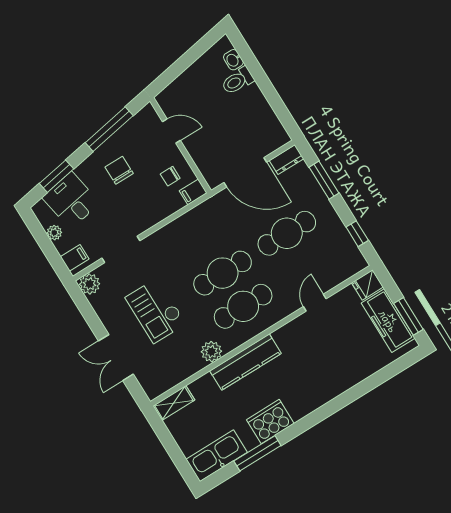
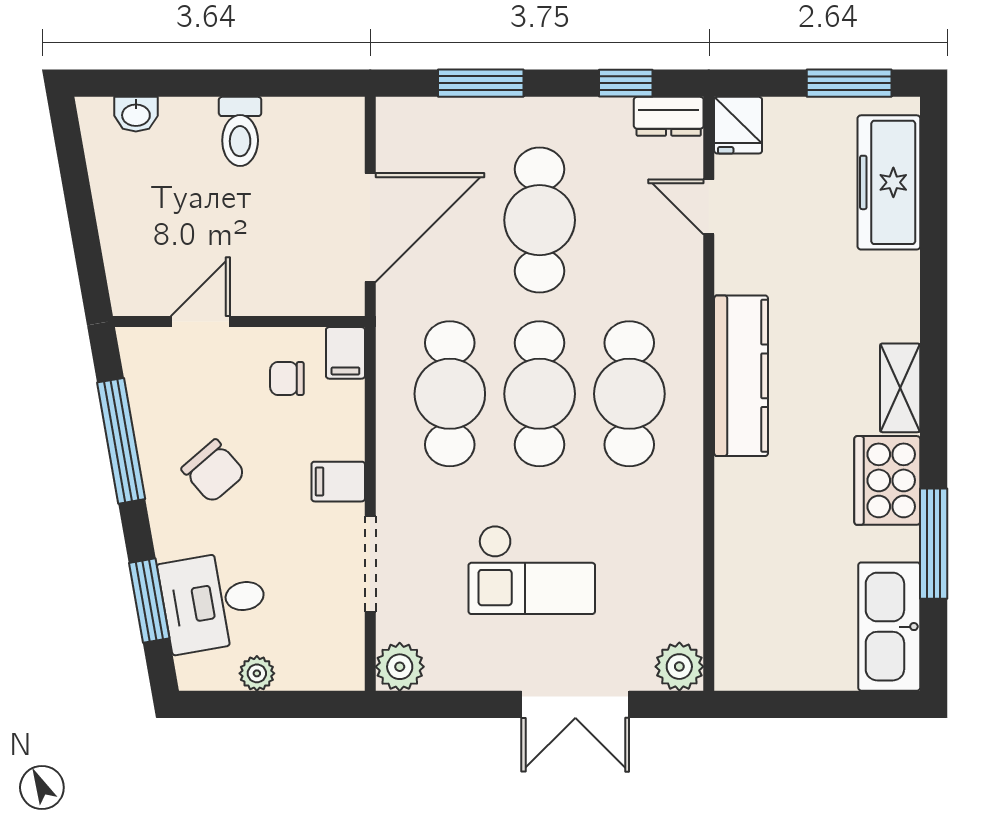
toilet: (238, 81) -> (240, 131), moved
dresser: (286, 160) -> (669, 116), moved, turned 90
chair: (119, 170) -> (213, 471), turned -131
chair: (170, 176) -> (287, 379), turned 90
cafe table: (202, 240) -> (450, 394), added
filing cabinet: (75, 258) -> (338, 482), moved, turned -90
door: (315, 303) -> (709, 207), moved
freezer: (388, 321) -> (889, 182), moved, turned 90
plant: (211, 352) -> (679, 667), moved
kitchen counter: (245, 362) -> (741, 376), moved
shelving: (174, 403) -> (900, 388), moved

